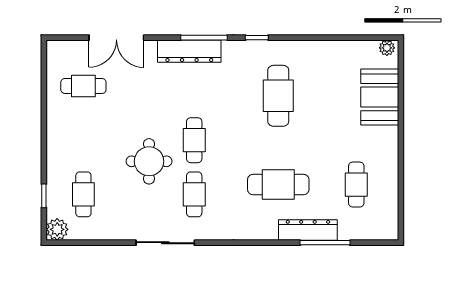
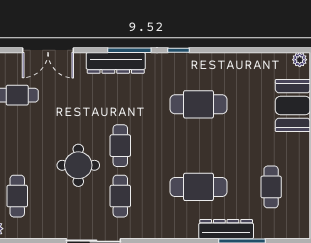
cafe table: (278, 96) -> (199, 104), turned 90

